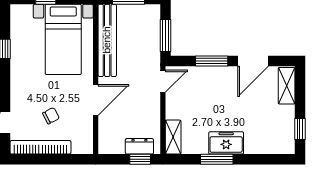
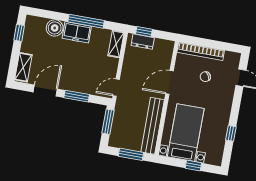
boiler: (256, 143) -> (55, 28), added
bookcase: (40, 147) -> (201, 51), moved
window: (217, 159) -> (86, 21), width x1.44

